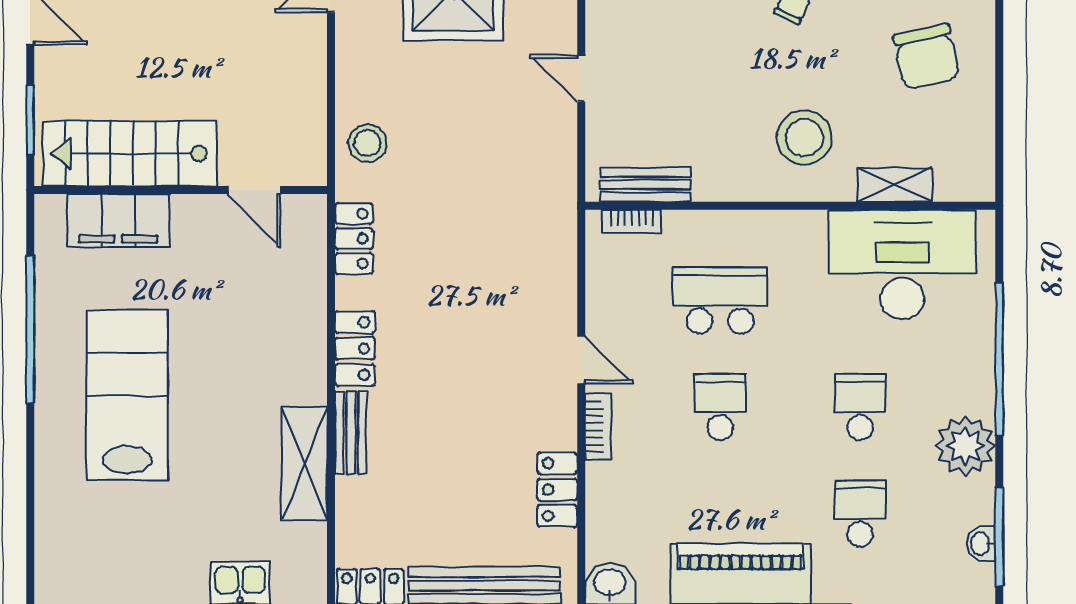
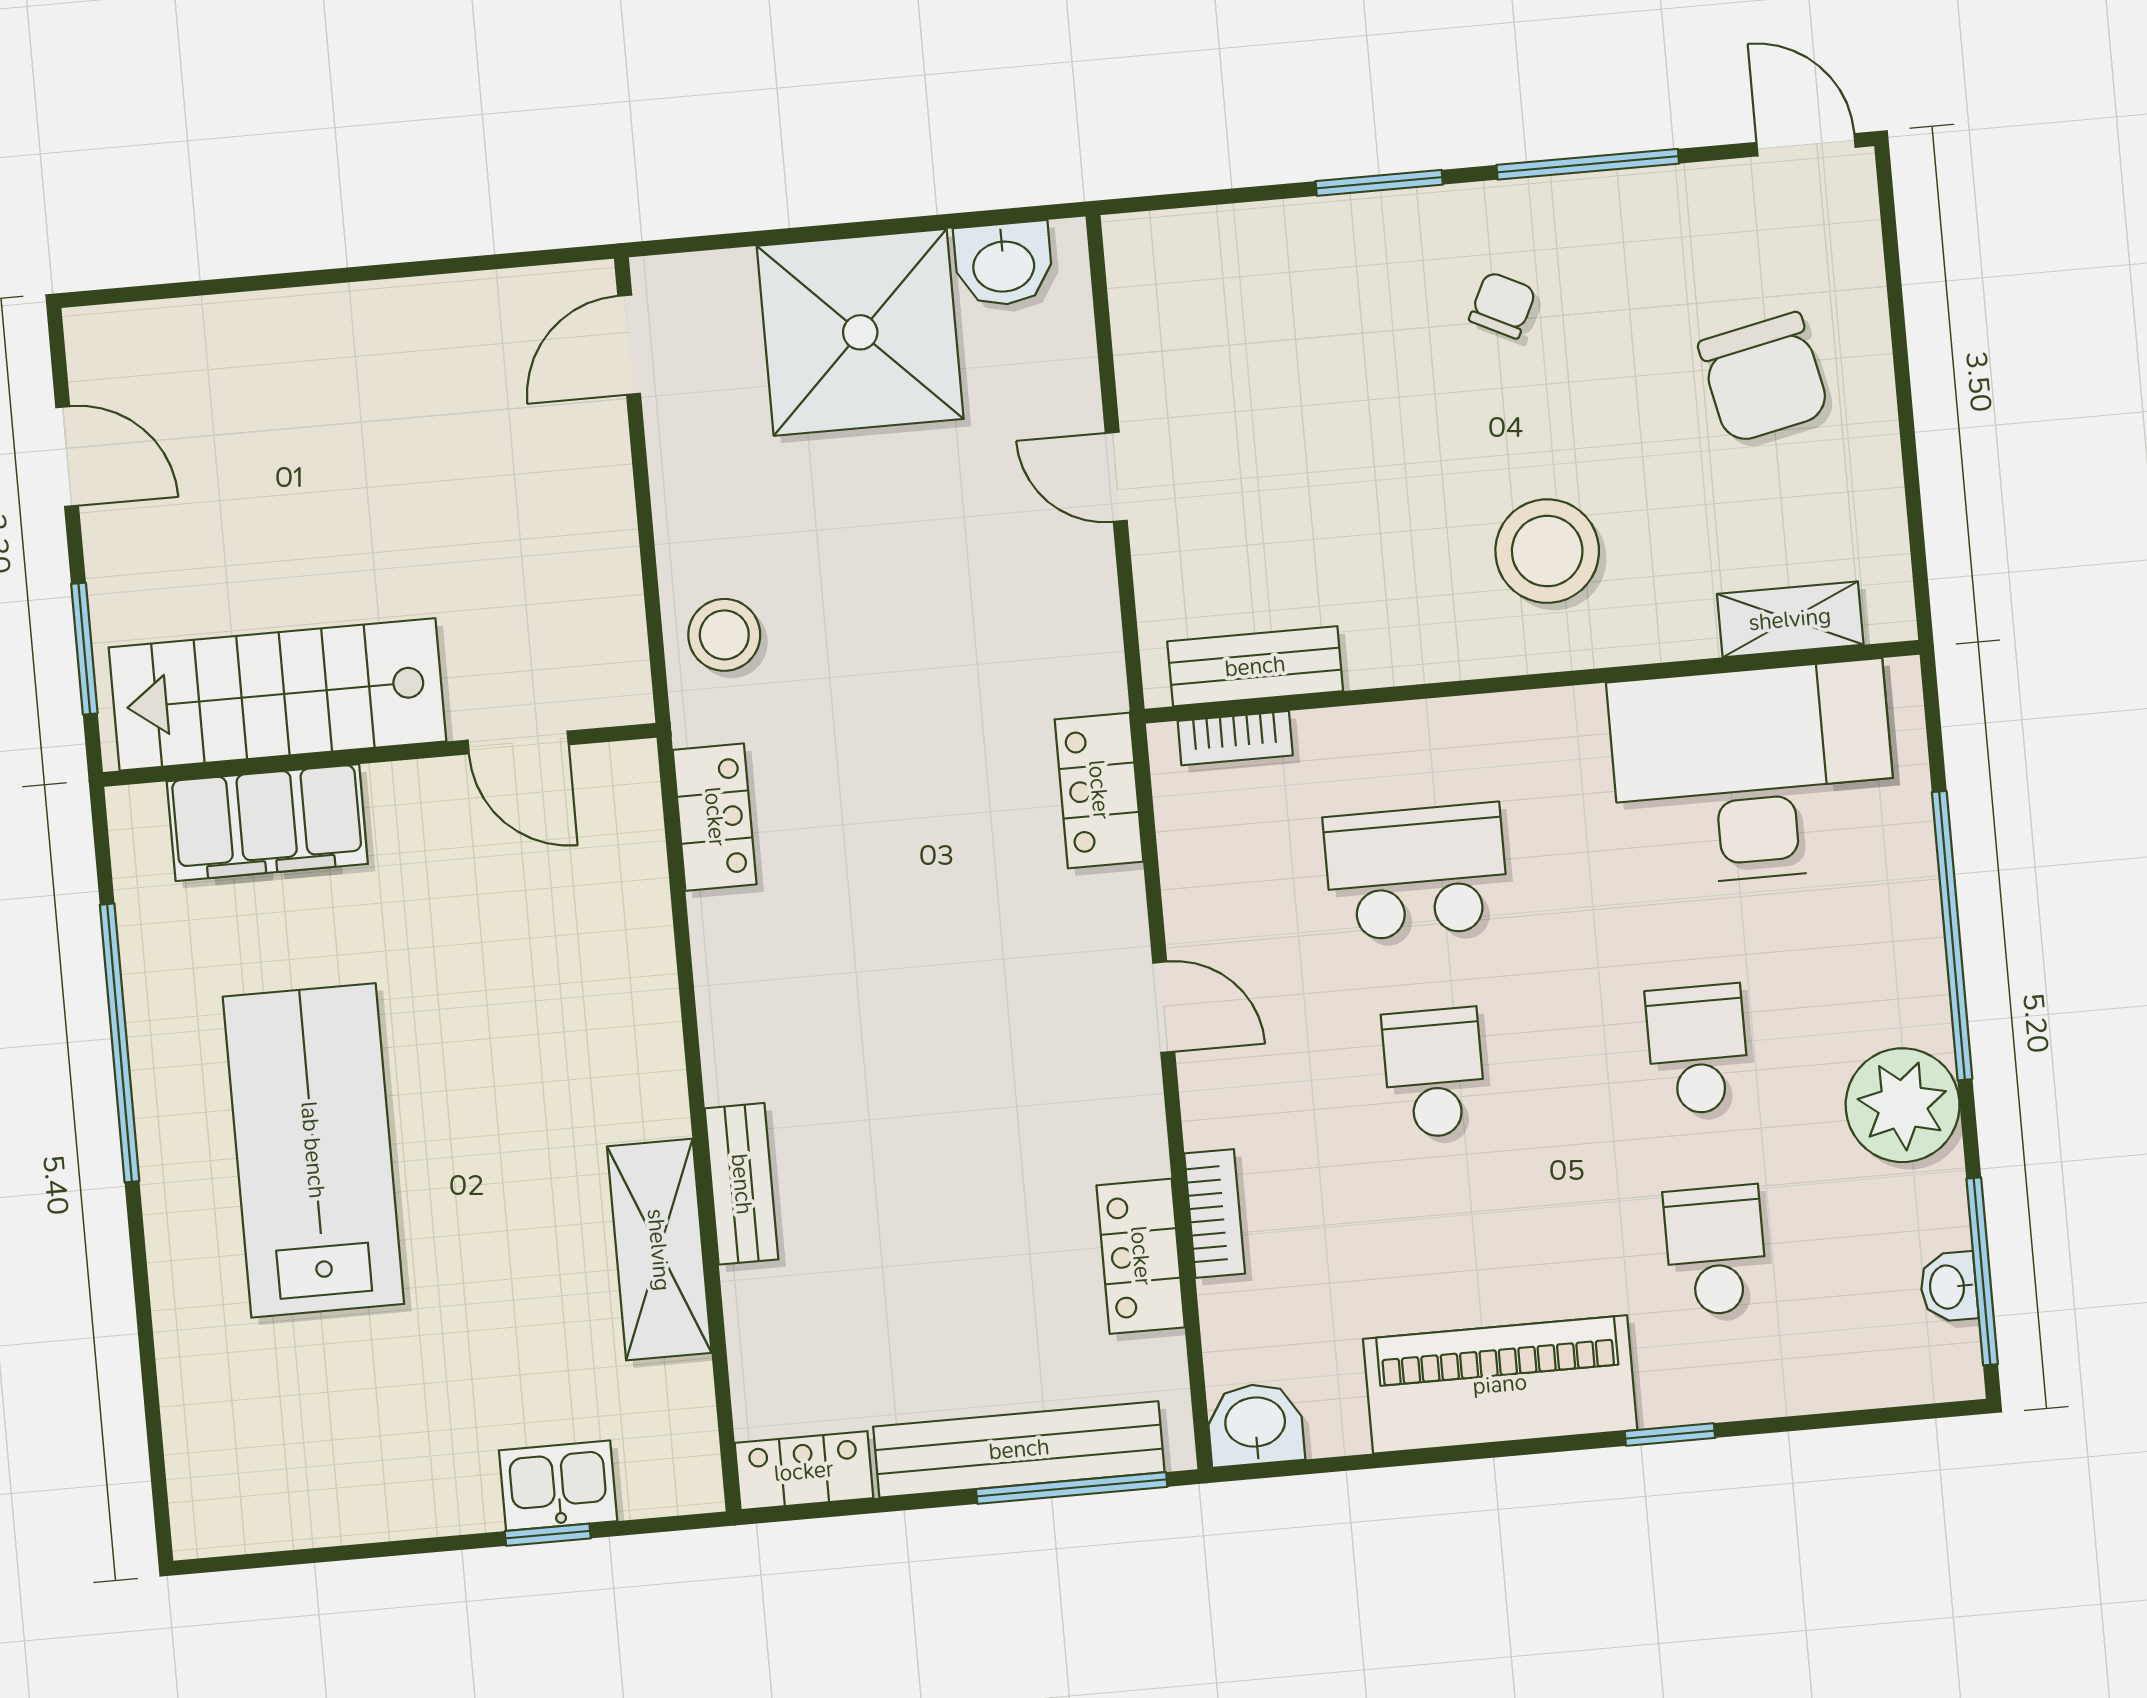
shelving: (895, 185) -> (1790, 619), moved
locker: (355, 349) -> (1099, 790), moved, turned 180
bookcase: (598, 427) -> (1215, 1214), moved

